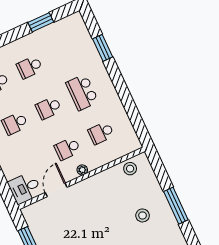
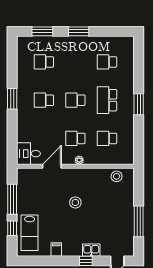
window: (41, 22) -> (79, 31), moved
window: (103, 48) -> (139, 104), moved
school desk: (30, 67) -> (107, 62), moved
stool: (143, 215) -> (75, 203), moved

